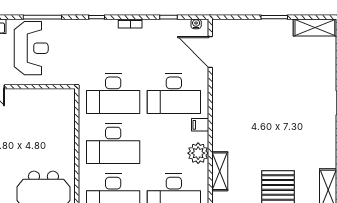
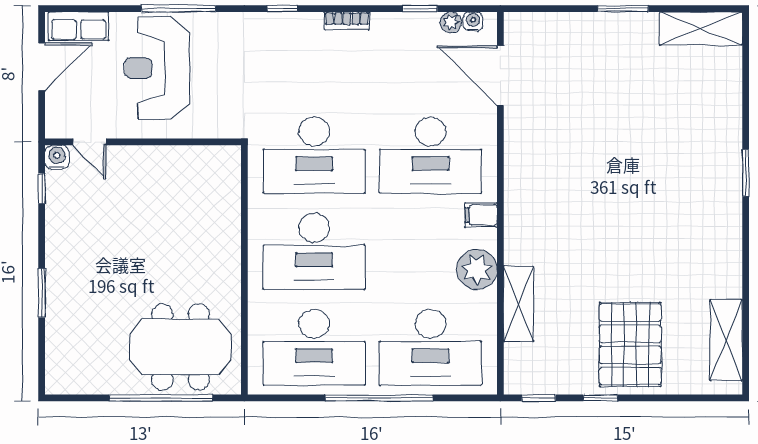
plant: (185, 24) -> (451, 22), added
reception desk: (31, 48) -> (157, 68), turned 180

